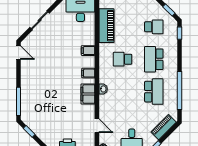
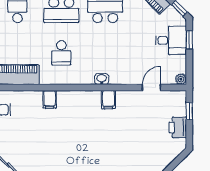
filing cabinet: (88, 73) -> (80, 99), removed
filing cabinet: (88, 94) -> (108, 100), width x0.50

